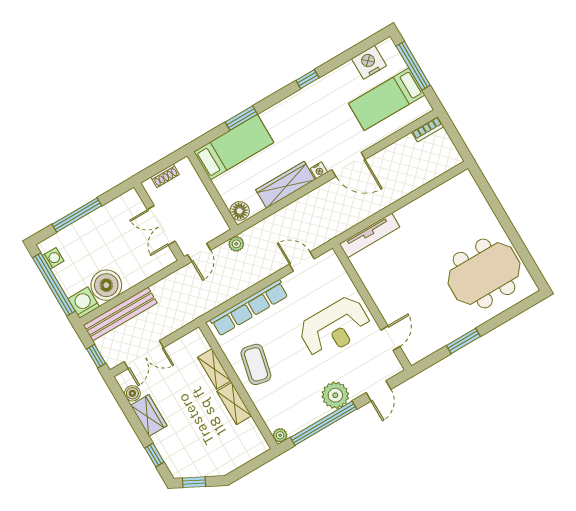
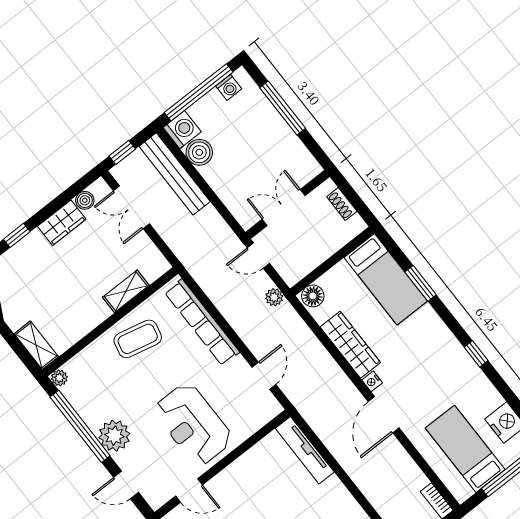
boiler: (106, 285) -> (199, 152), width x0.73, depth x0.73
shelving: (234, 403) -> (36, 345), moved, turned 90

